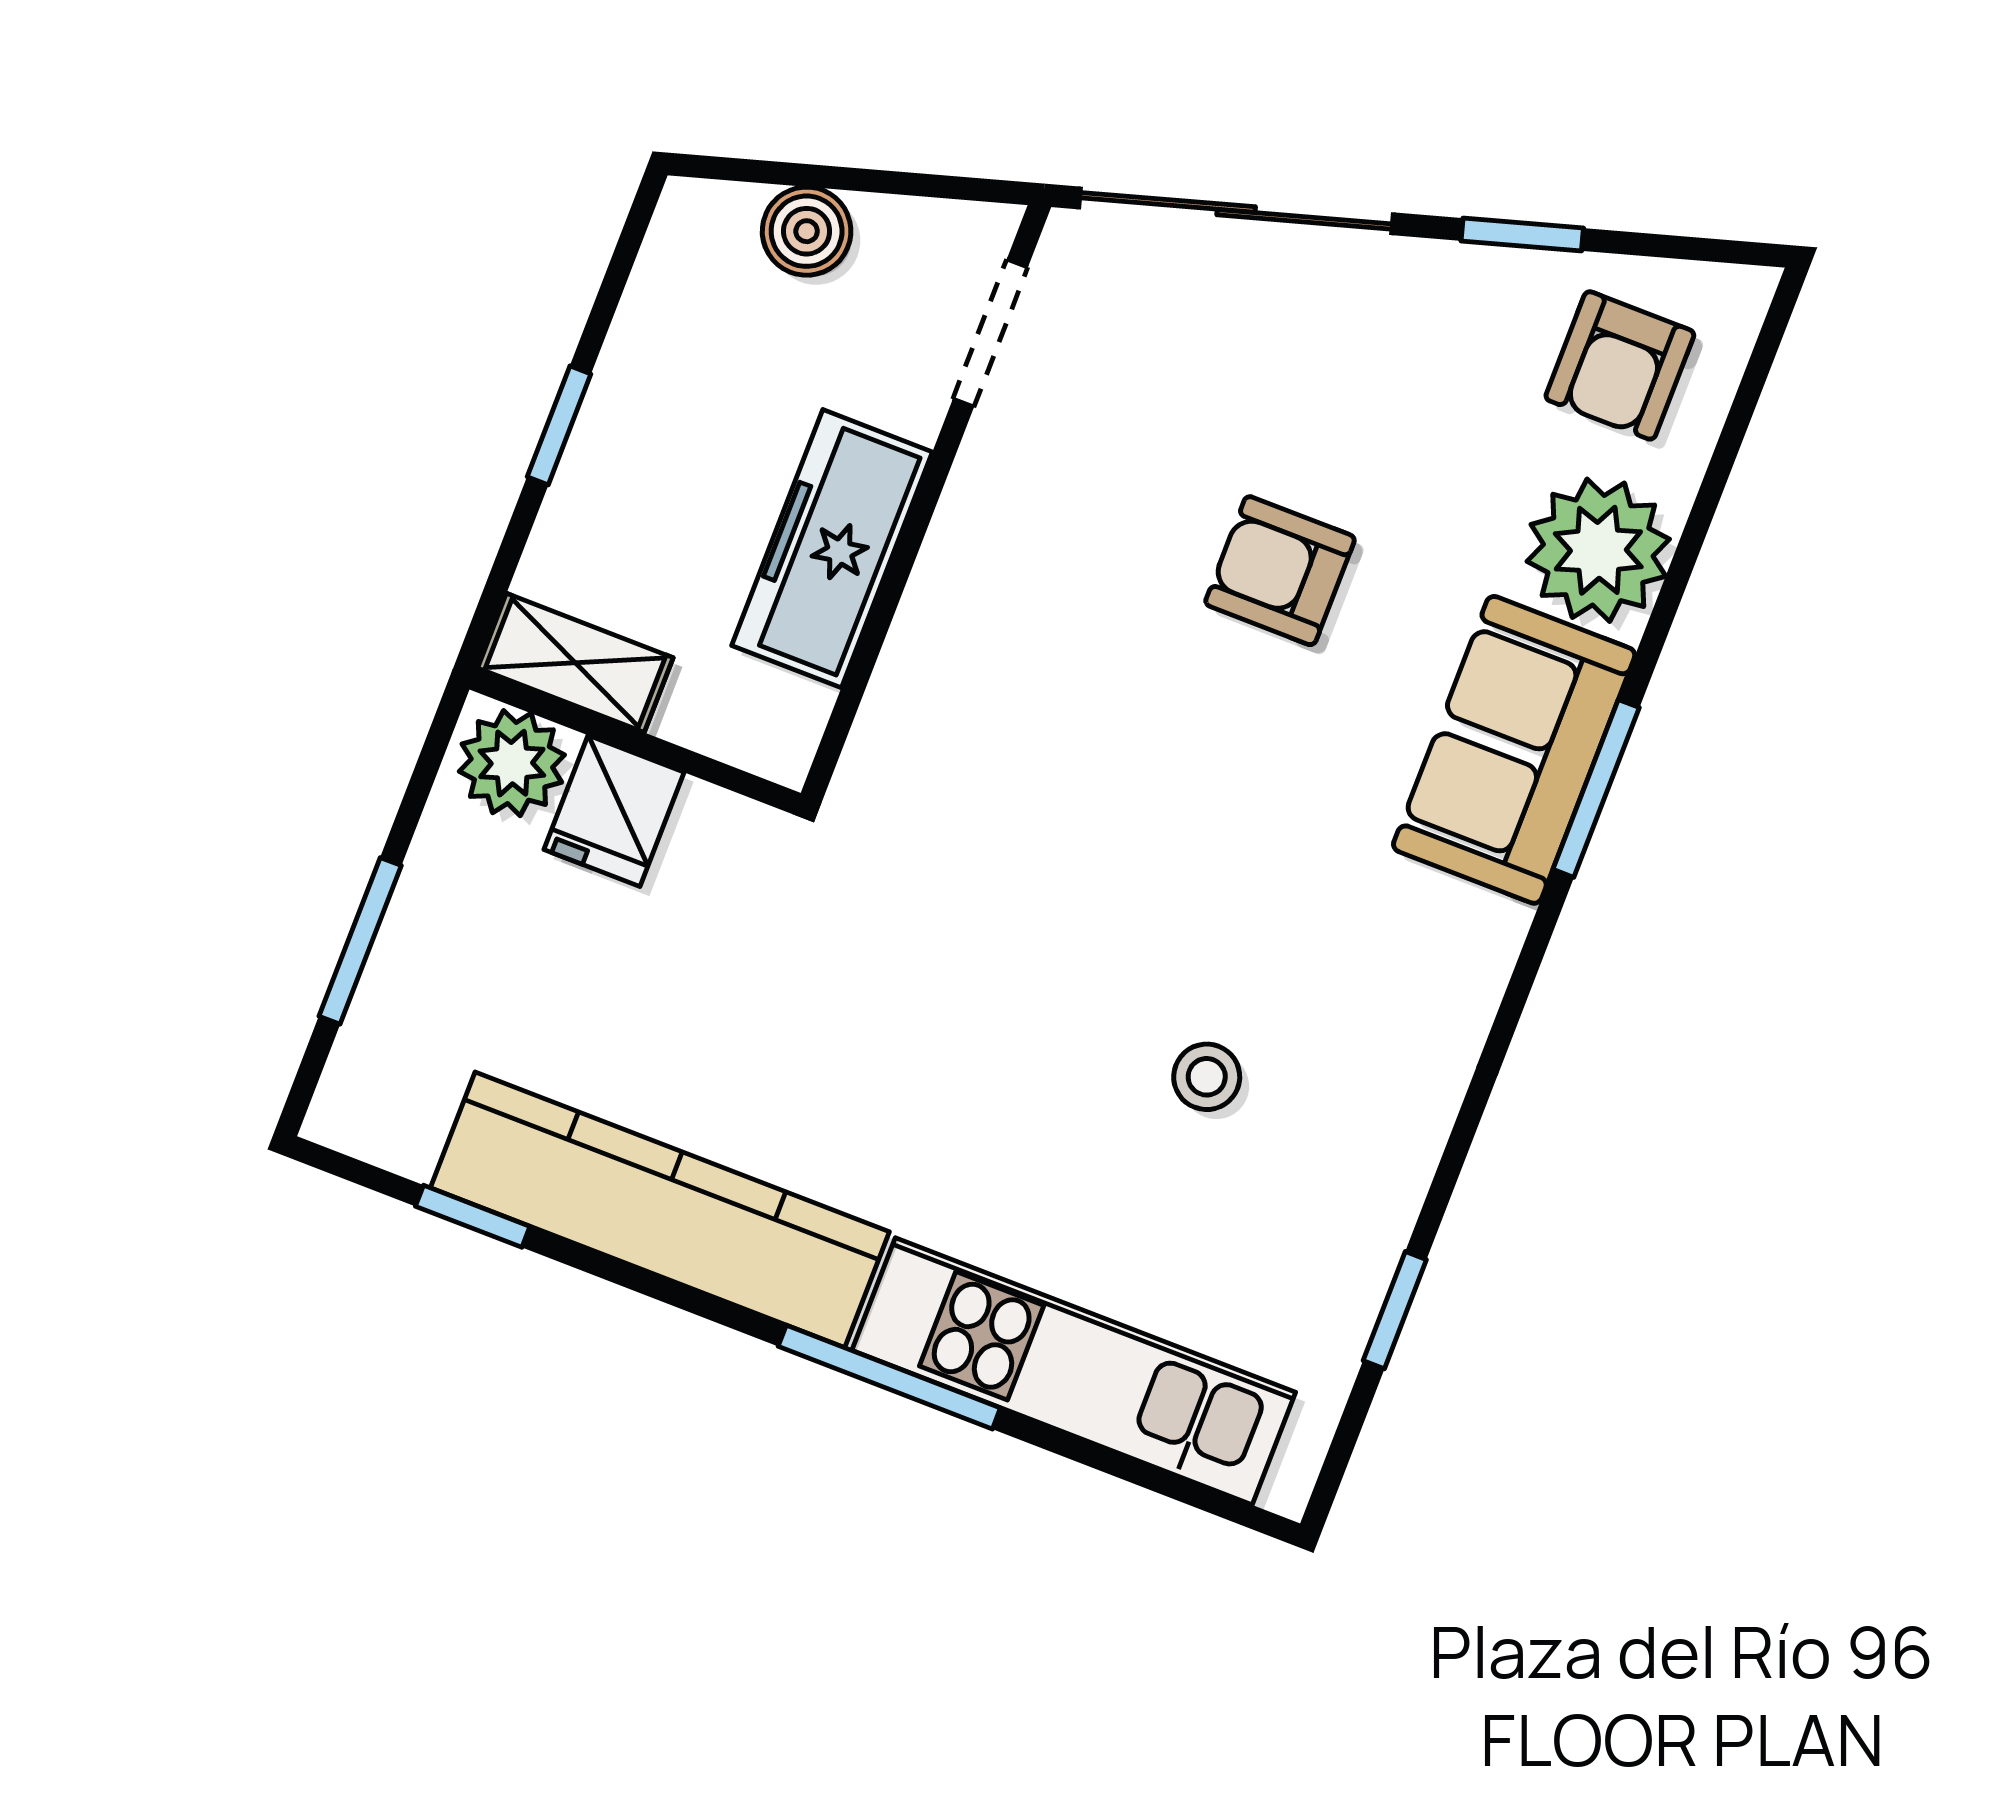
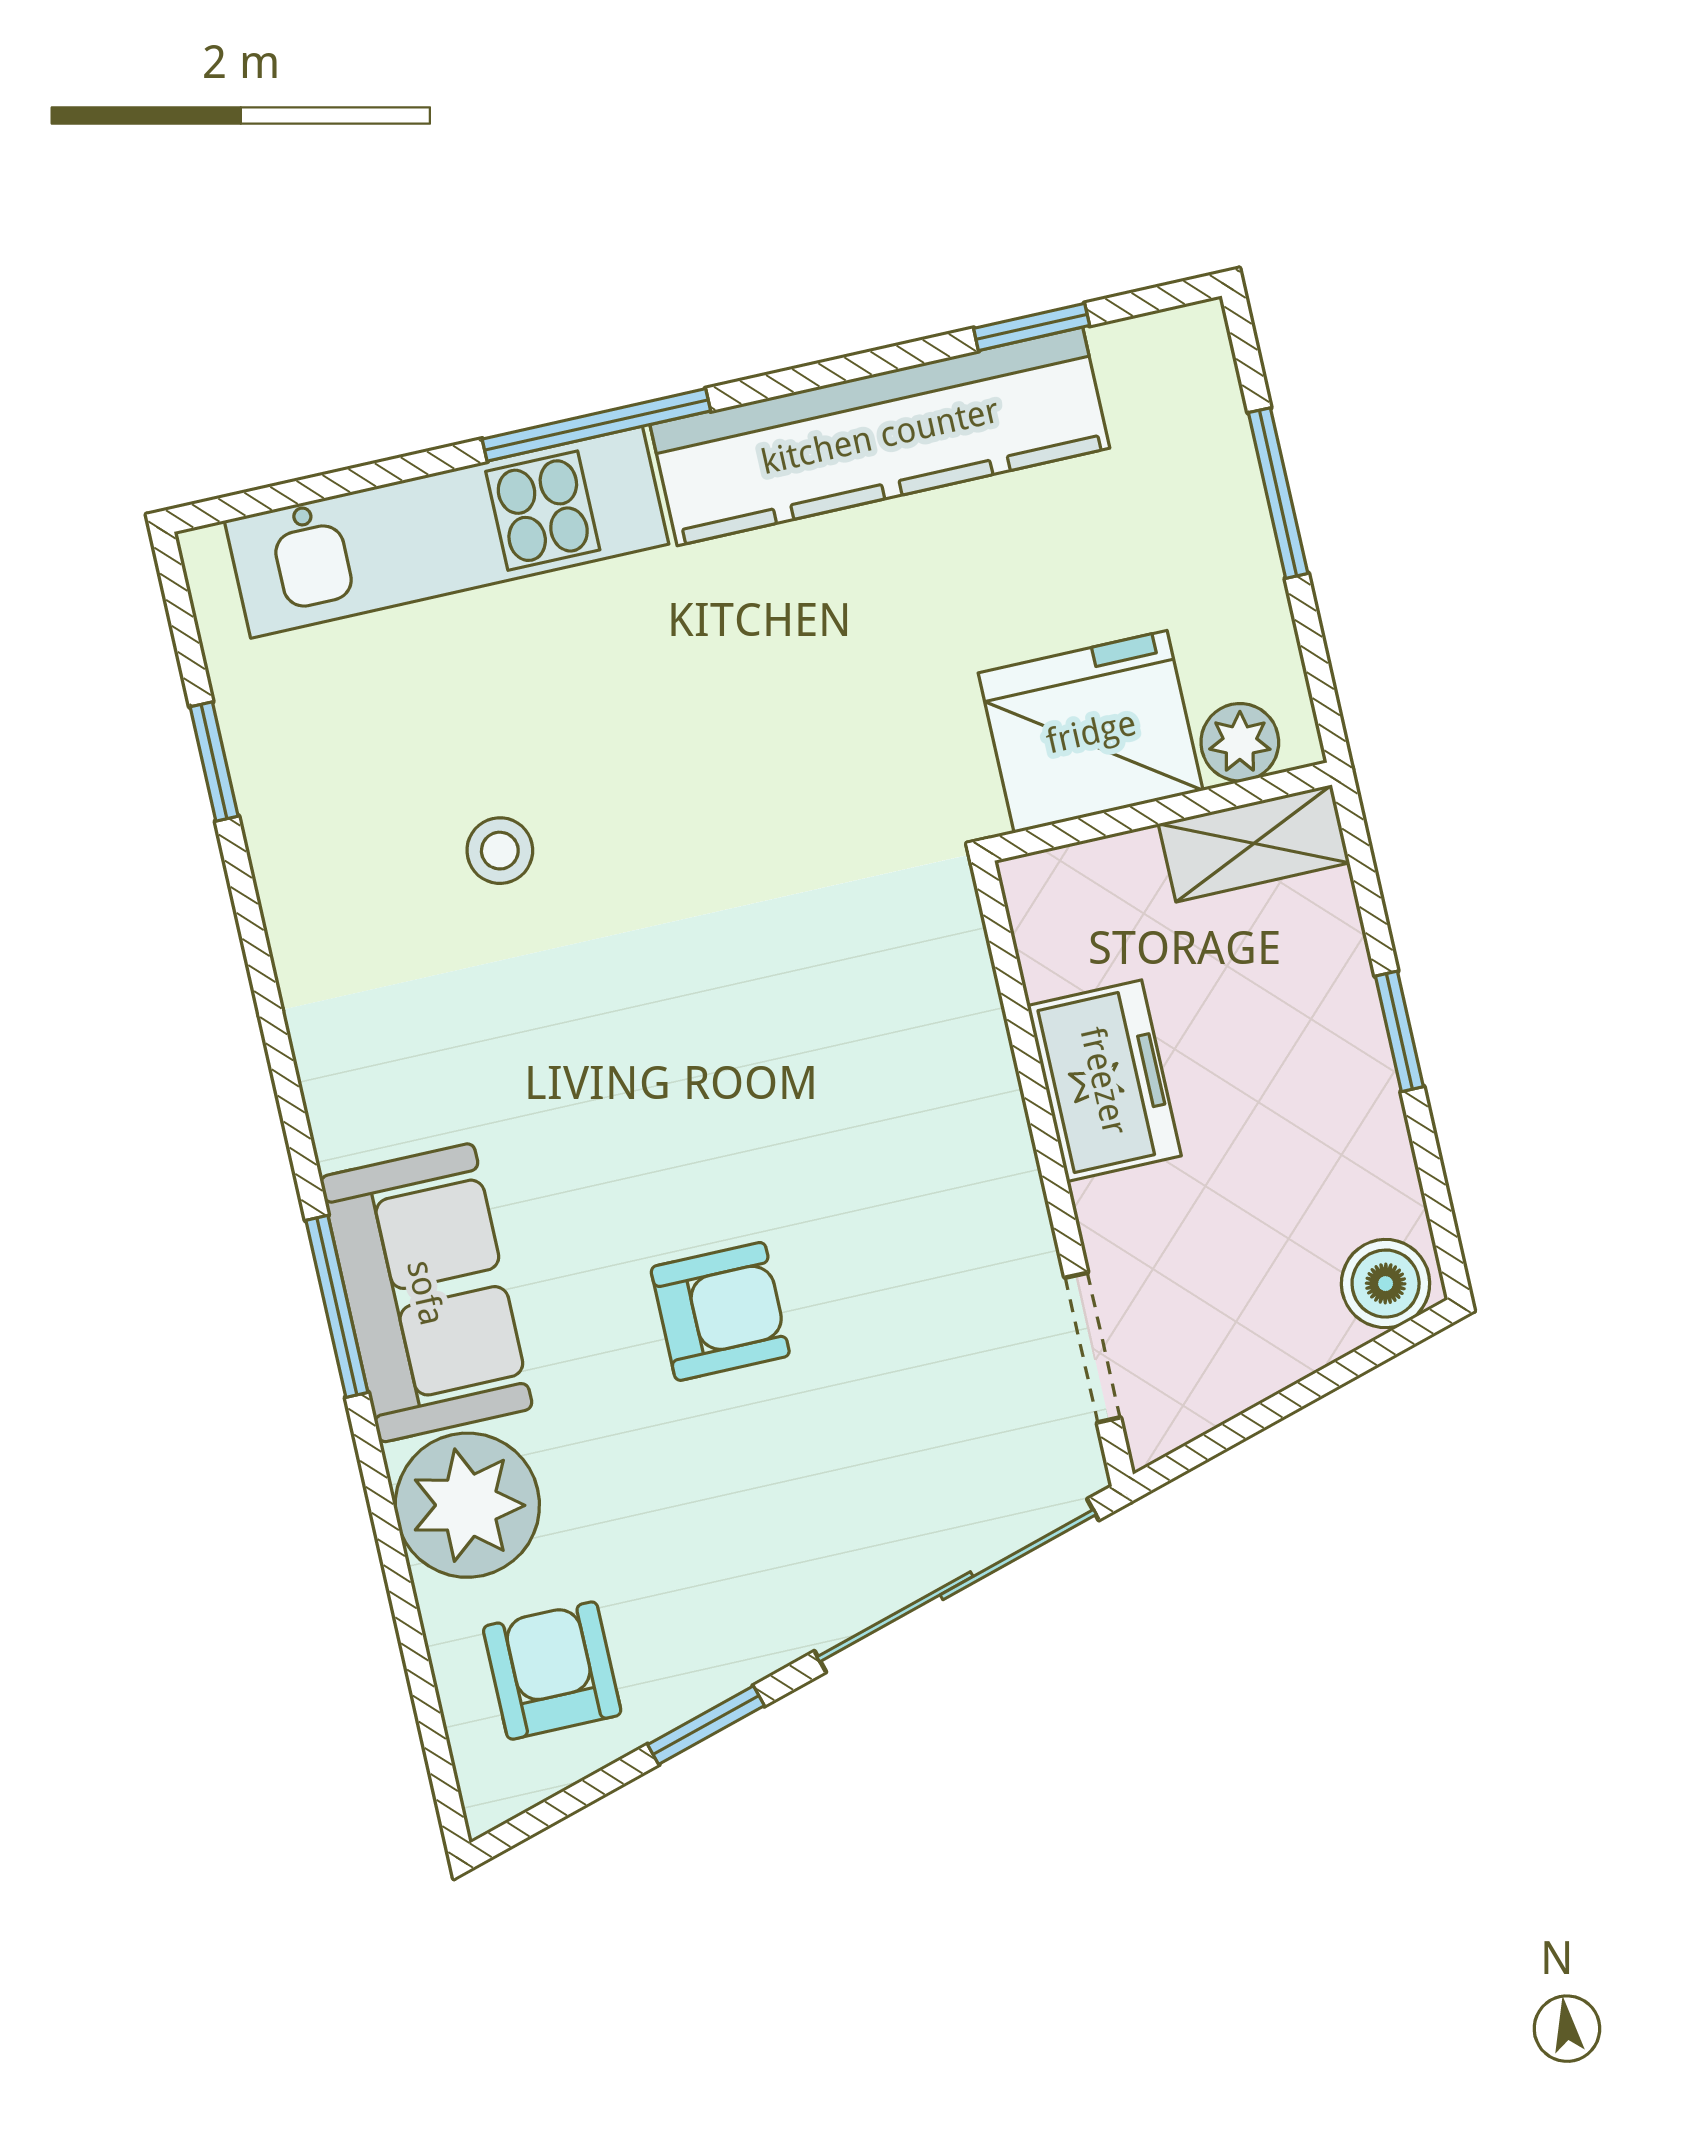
boiler: (807, 231) -> (1386, 1284), moved
freezer: (832, 549) -> (1104, 1081), width x0.71
plant: (512, 763) -> (1240, 742), width x0.73, depth x0.73
fridge: (614, 811) -> (1091, 732), width x1.88, depth x1.34

